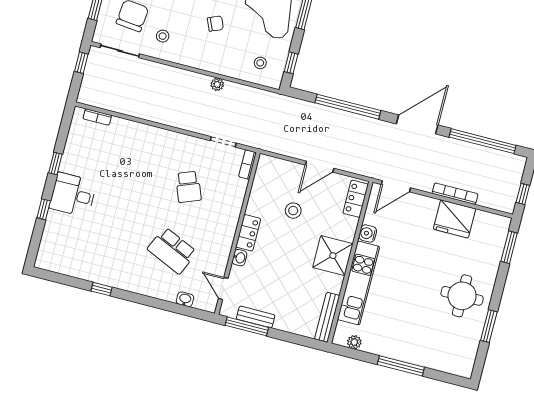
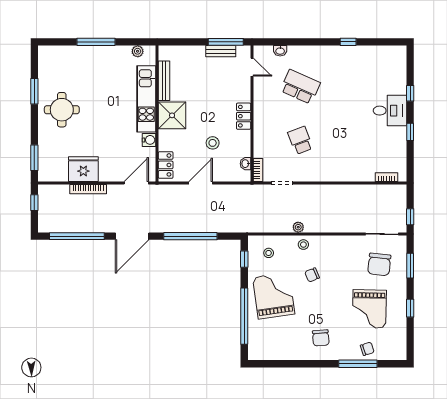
stool: (163, 36) -> (303, 245), moved
washbasin: (239, 258) -> (245, 164), moved
bench: (327, 317) -> (164, 81), moved

